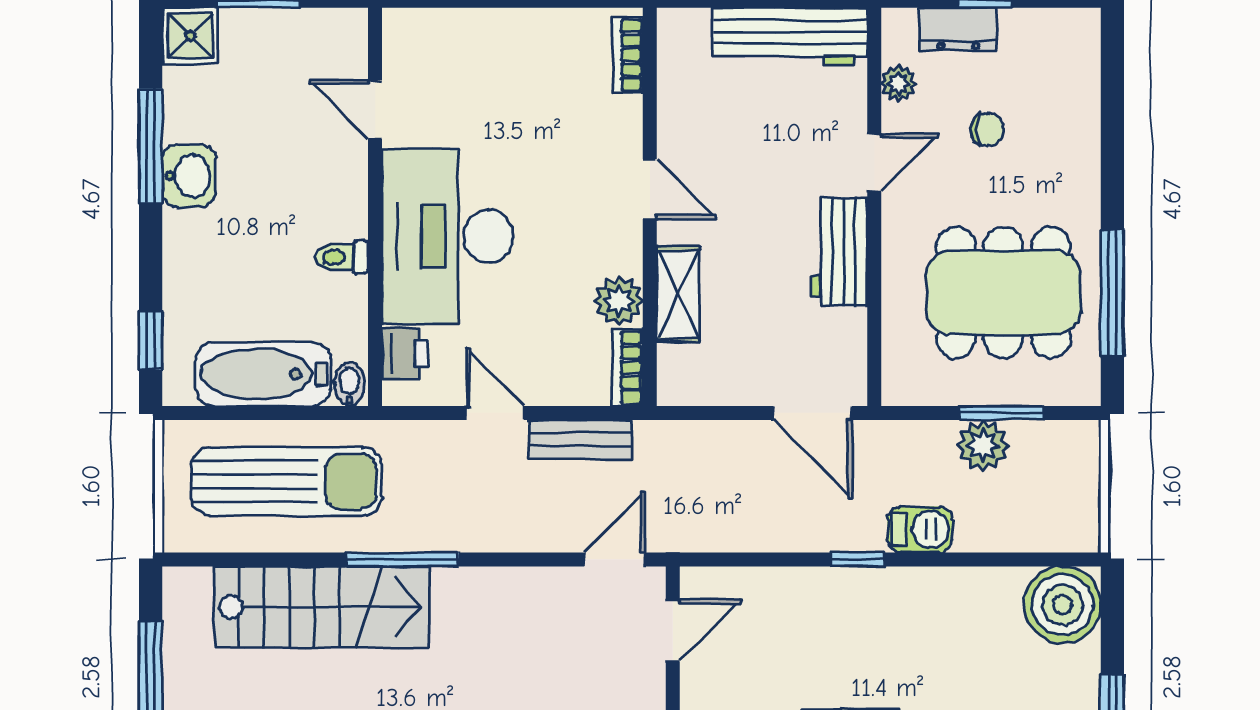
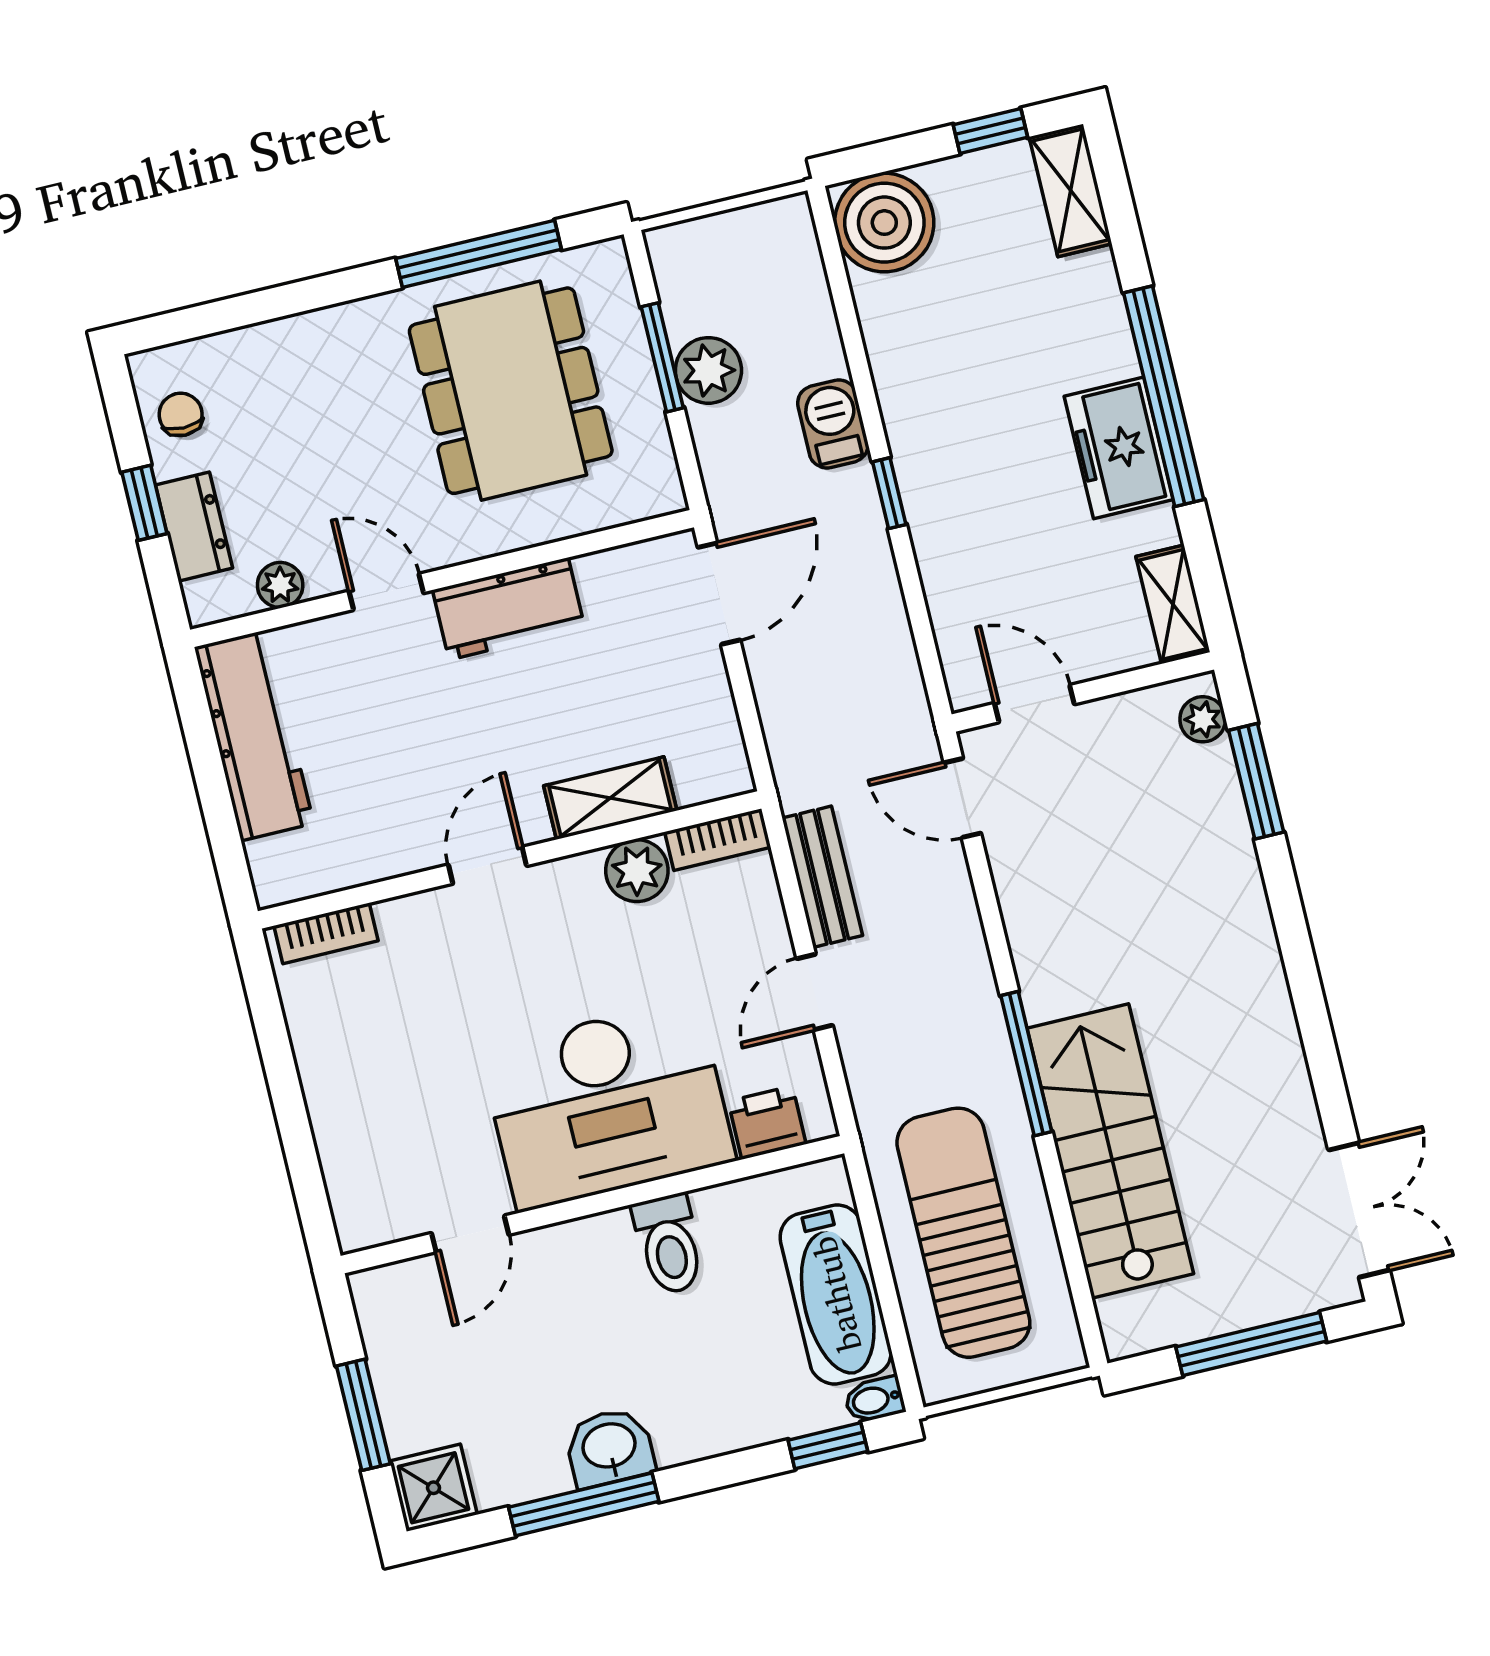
chair: (987, 129) -> (181, 414), moved
toilet: (342, 257) -> (669, 1244), width x1.37, depth x1.39
bidet: (350, 384) -> (875, 1400), moved

